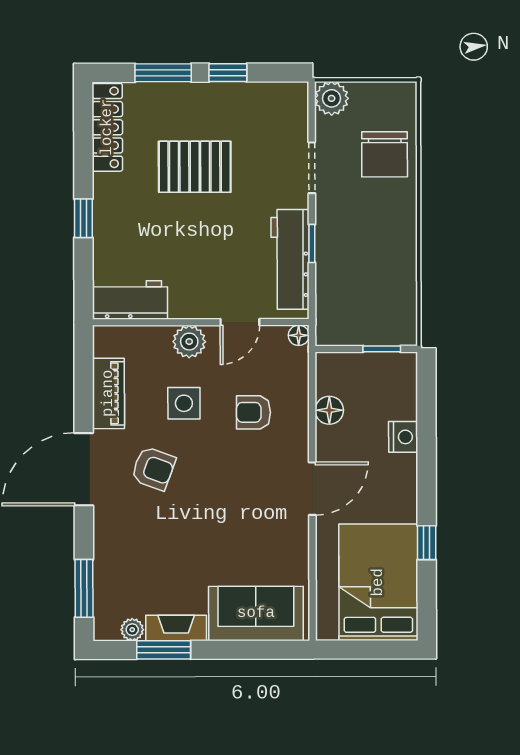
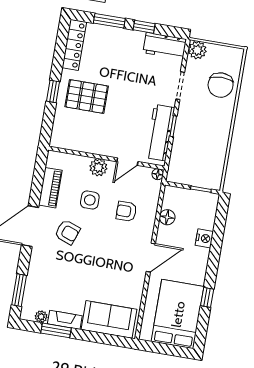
pallet: (195, 167) -> (87, 96), moved
workbench: (130, 300) -> (165, 46), moved, turned 180

